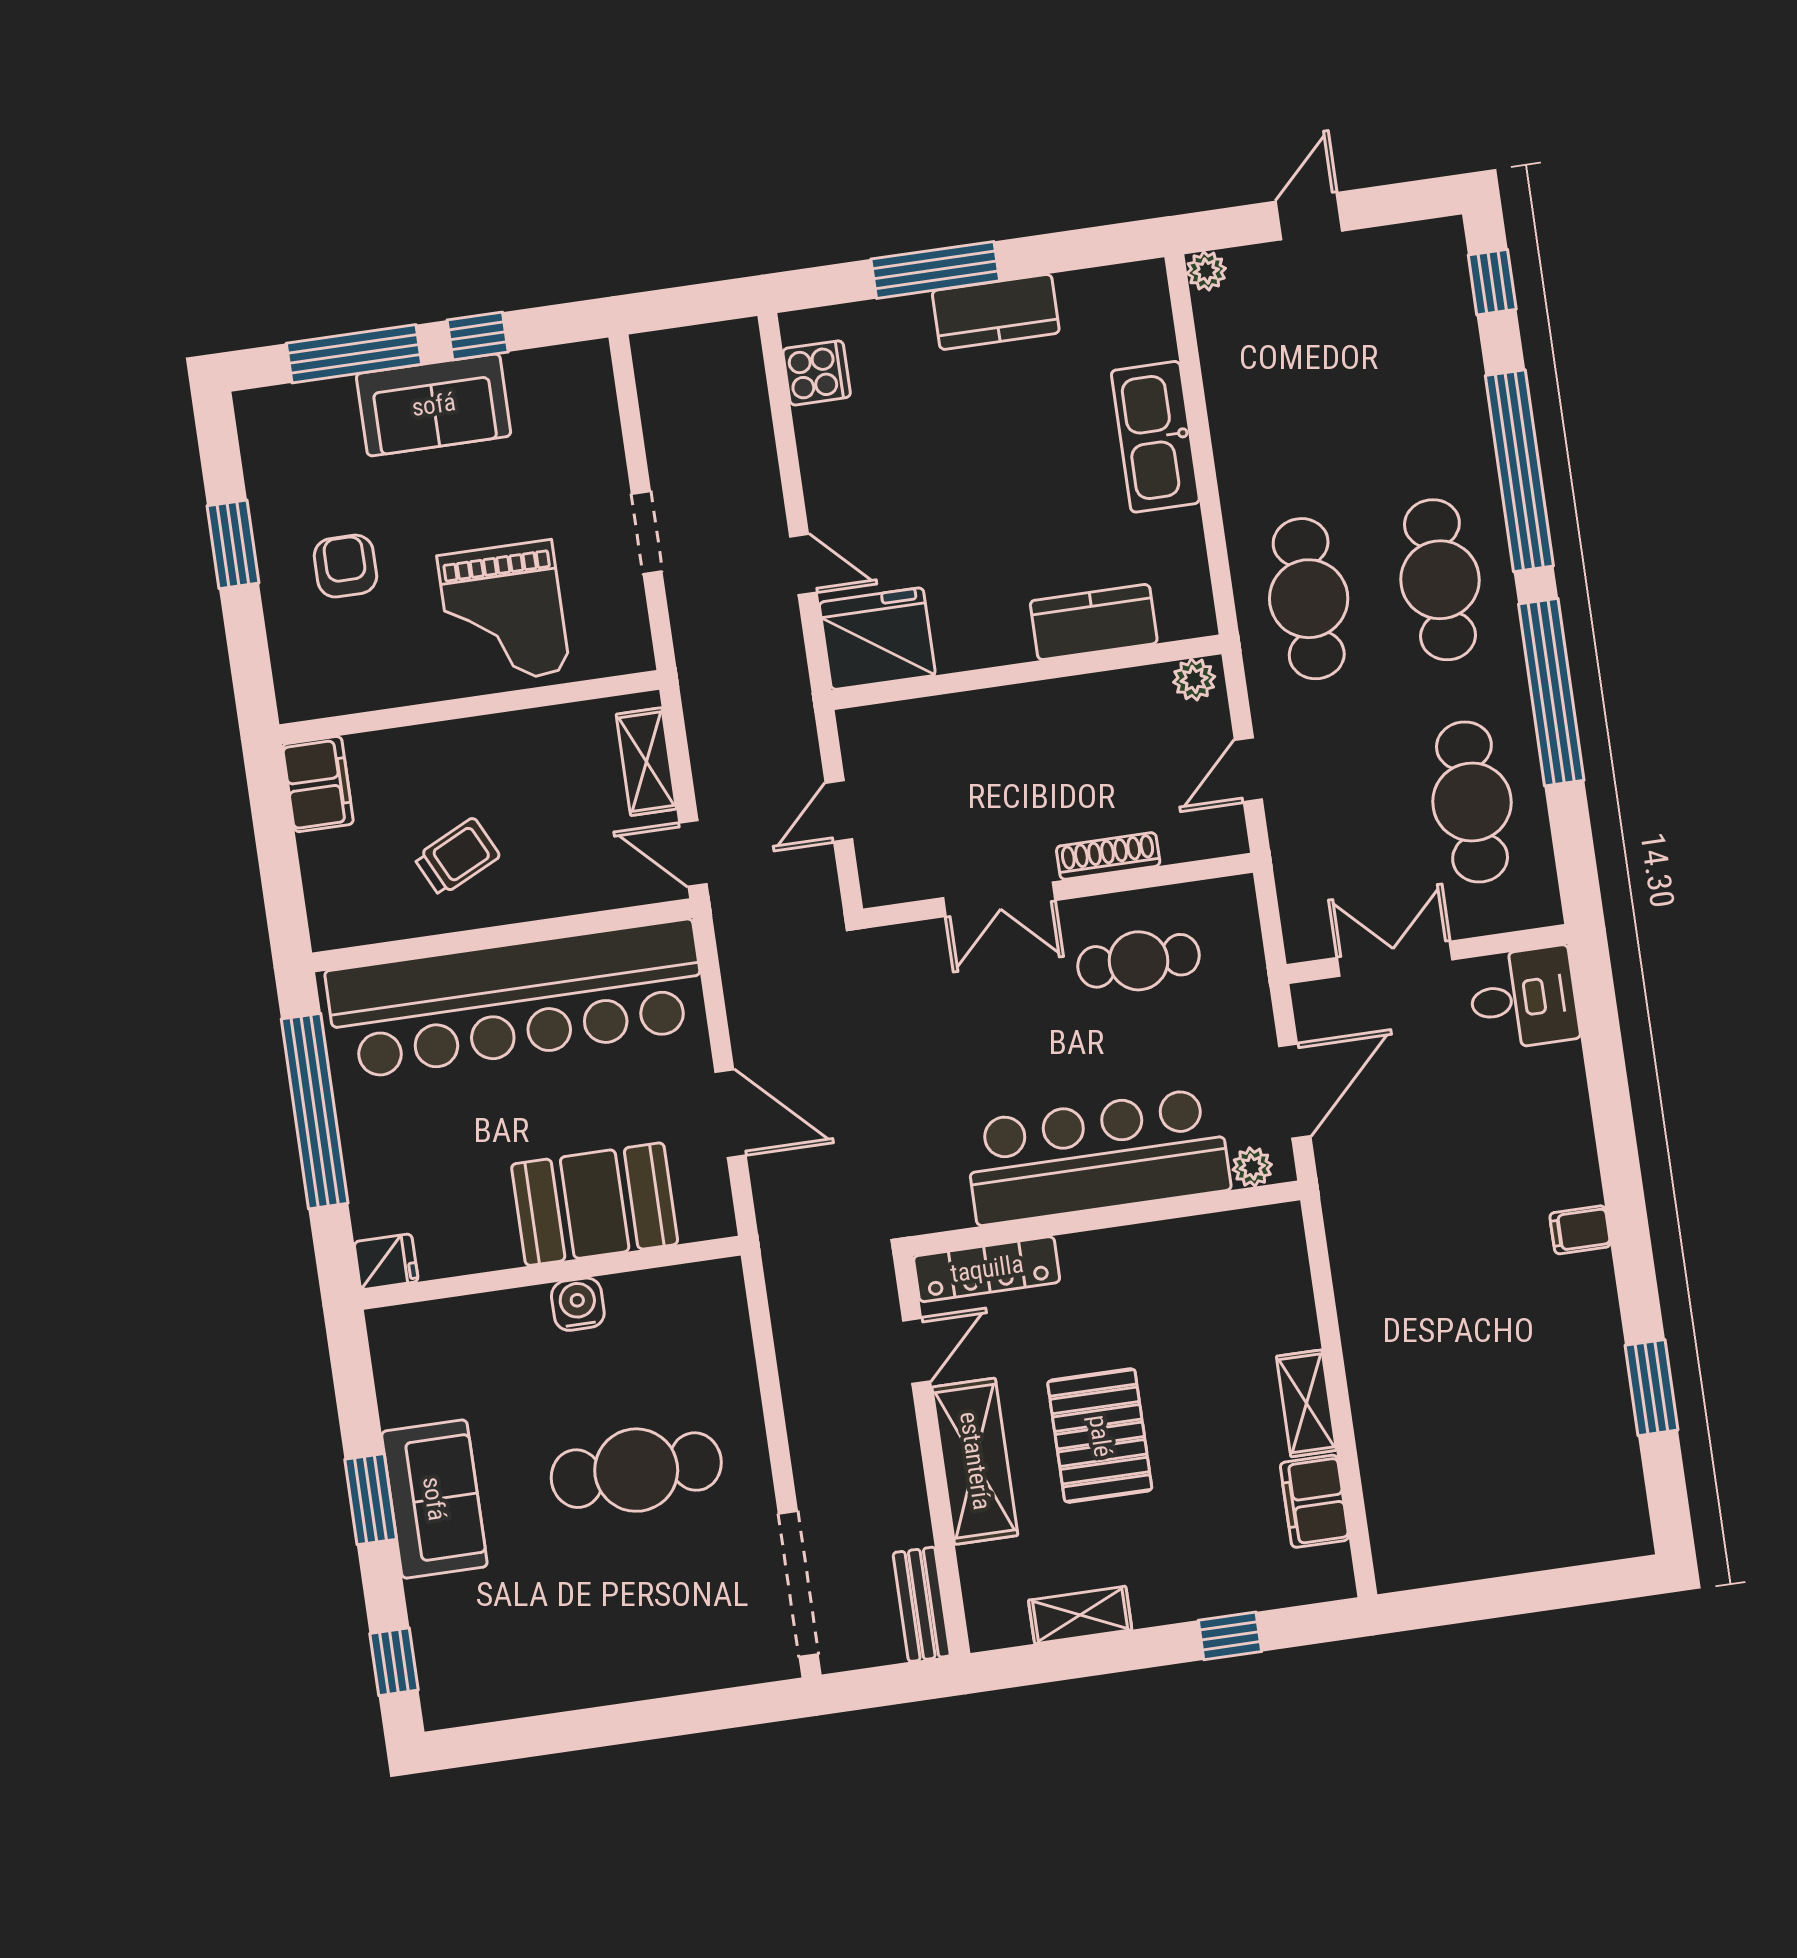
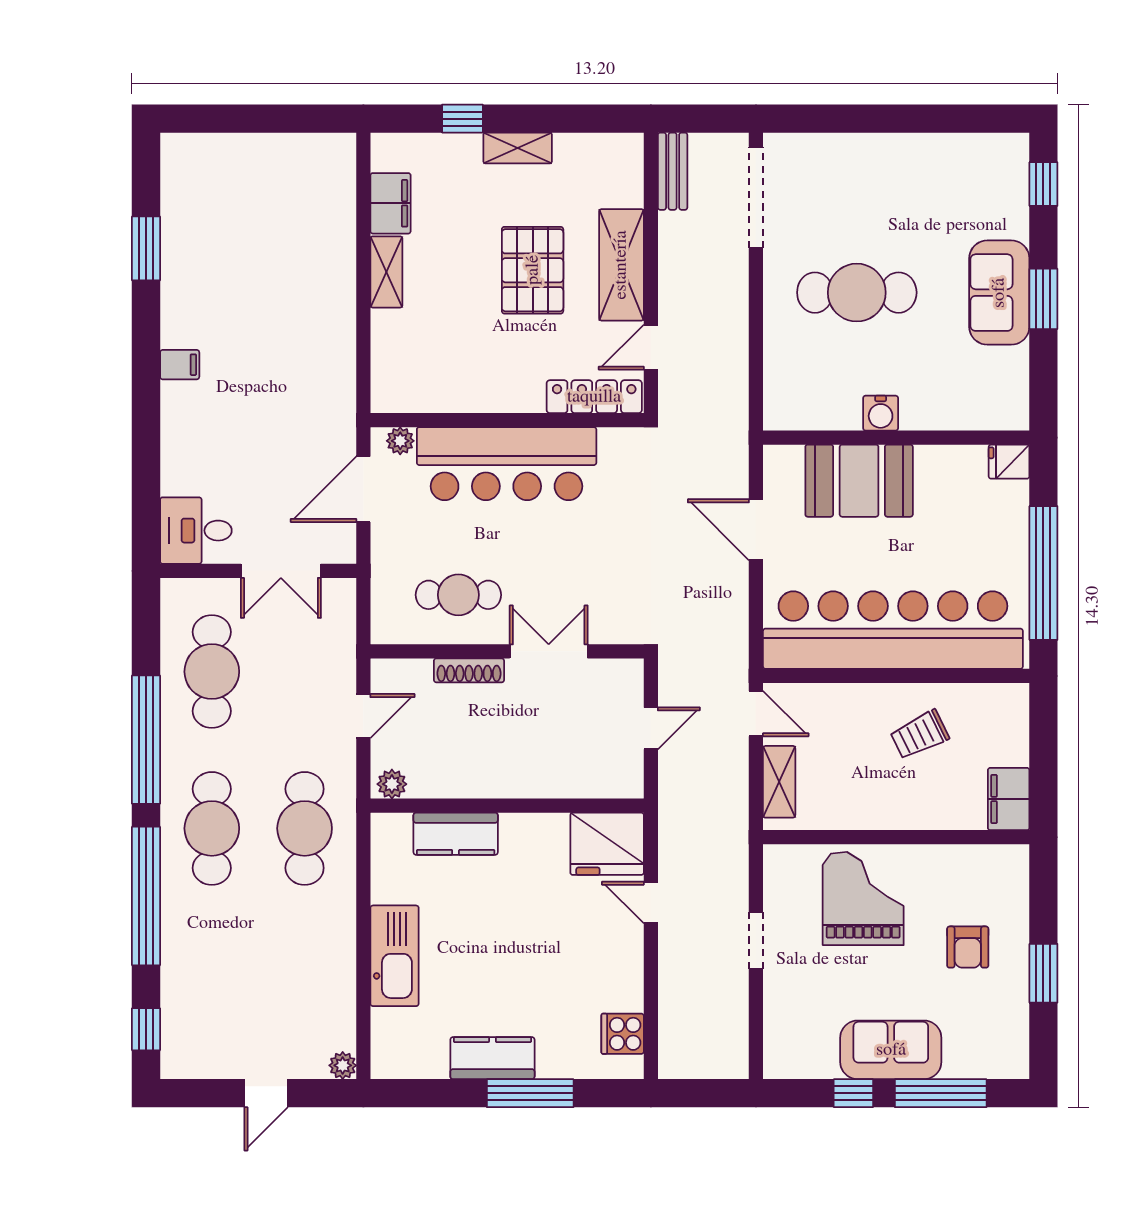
shelving: (1080, 1615) -> (518, 148), moved

